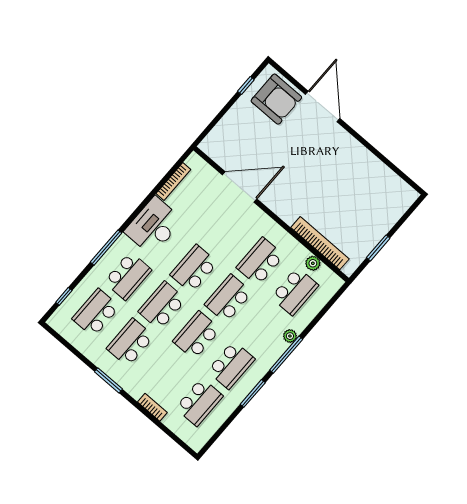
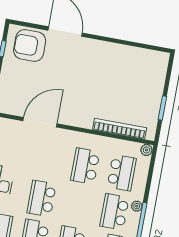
armchair: (276, 99) -> (30, 45), turned 180
plant: (313, 263) -> (146, 150), moved
school desk: (228, 298) -> (114, 212), moved

